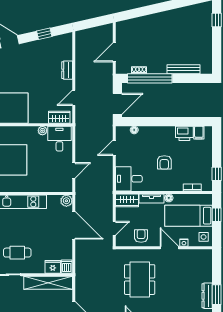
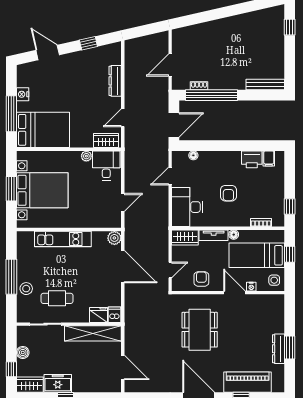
bench: (183, 69) -> (265, 85), moved
dresser: (67, 70) -> (115, 81), width x1.44
desk: (129, 179) -> (187, 207), width x1.37

